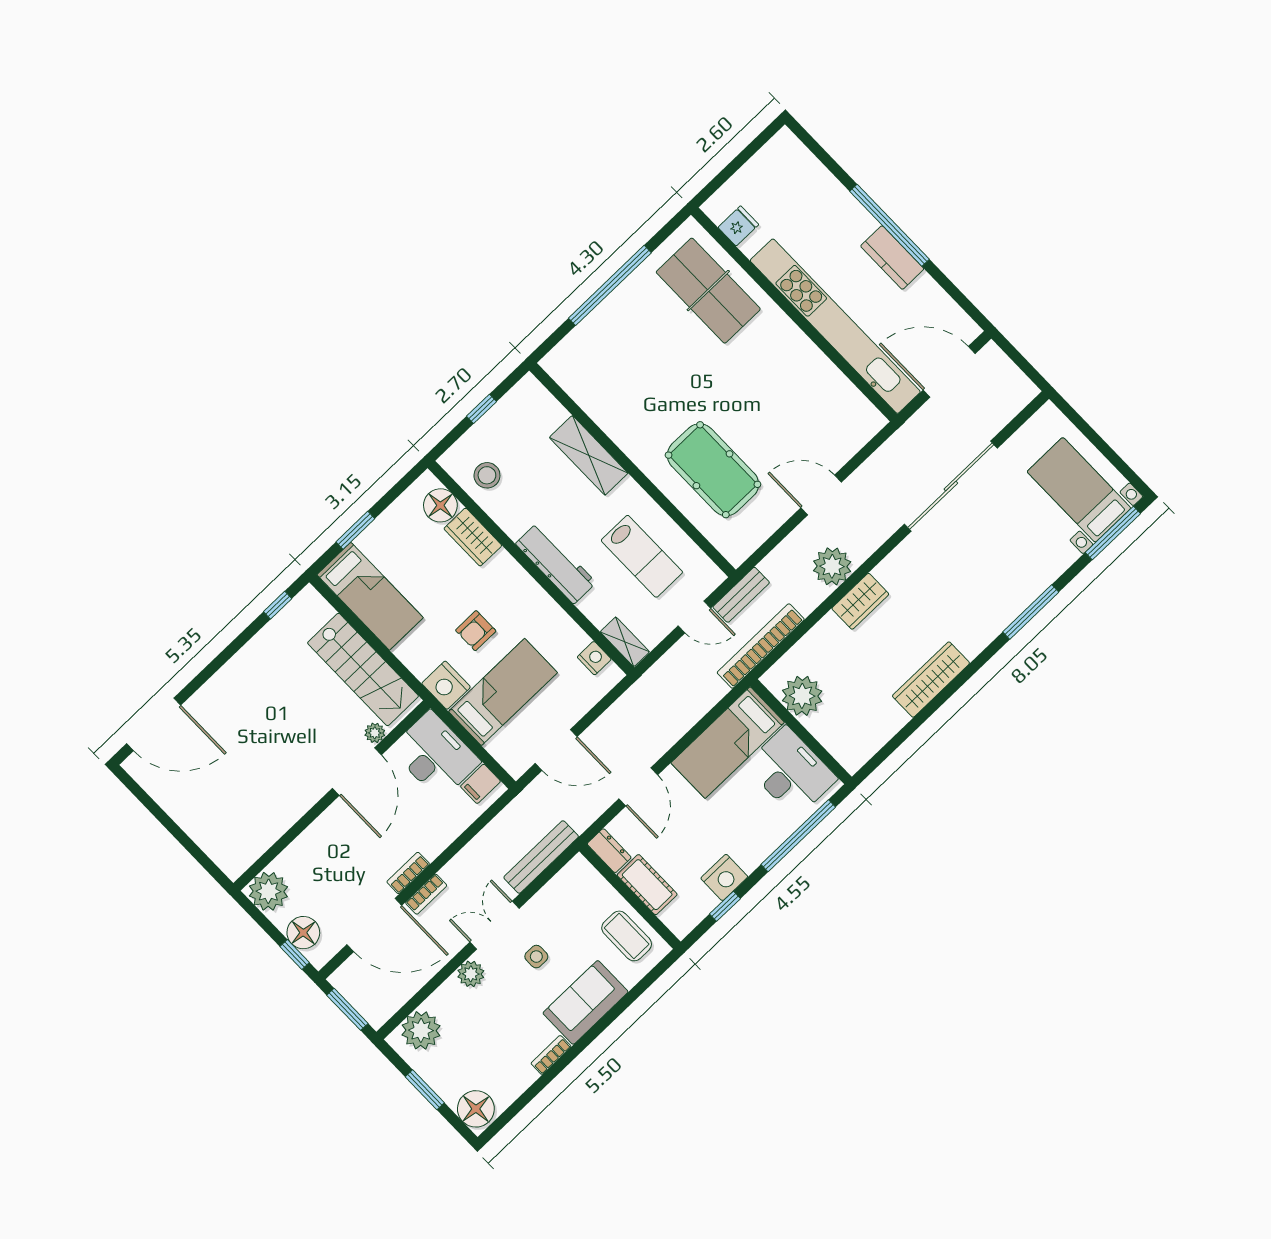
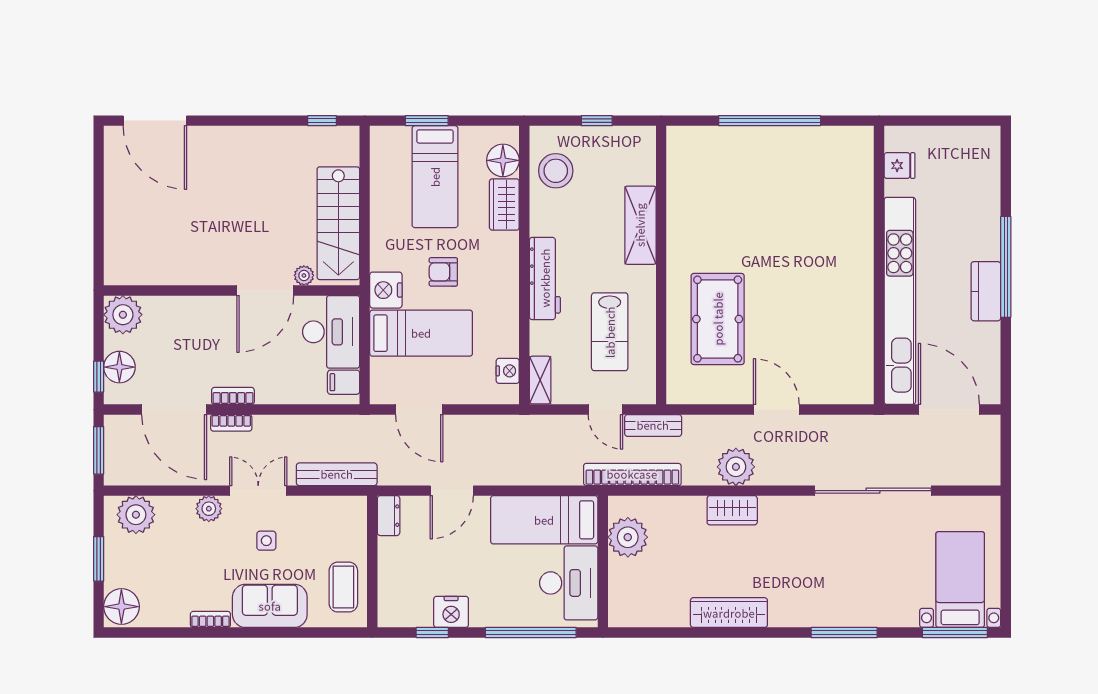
table tennis table: (708, 291) -> (835, 191), removed
stool: (487, 475) -> (556, 171), width x1.38, depth x1.38
bed: (370, 596) -> (435, 177), moved
cot: (647, 885) -> (392, 565), removed

